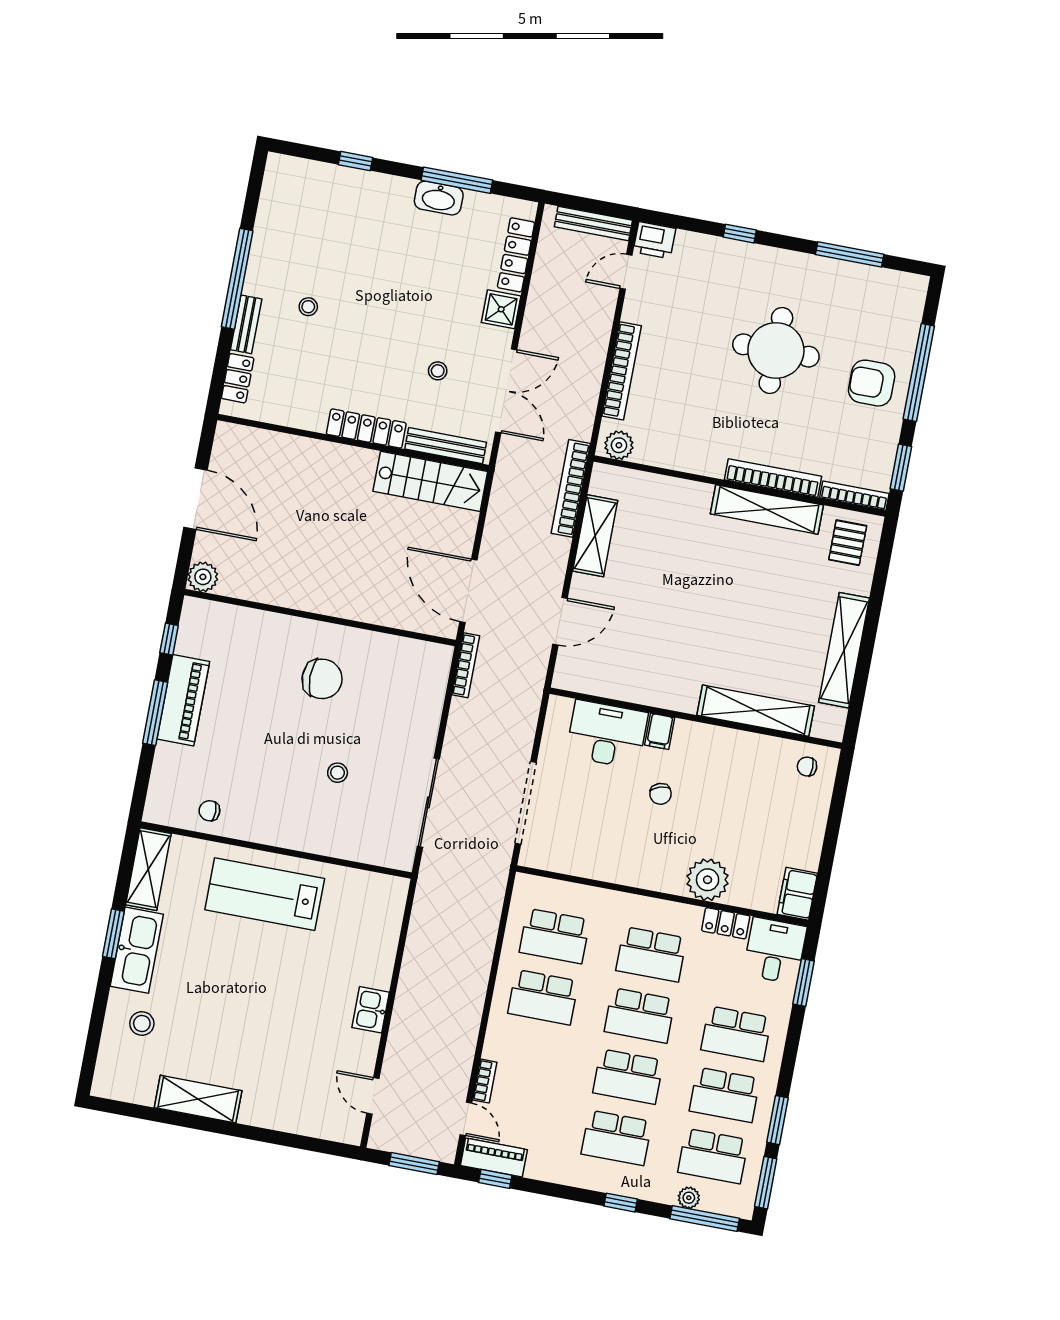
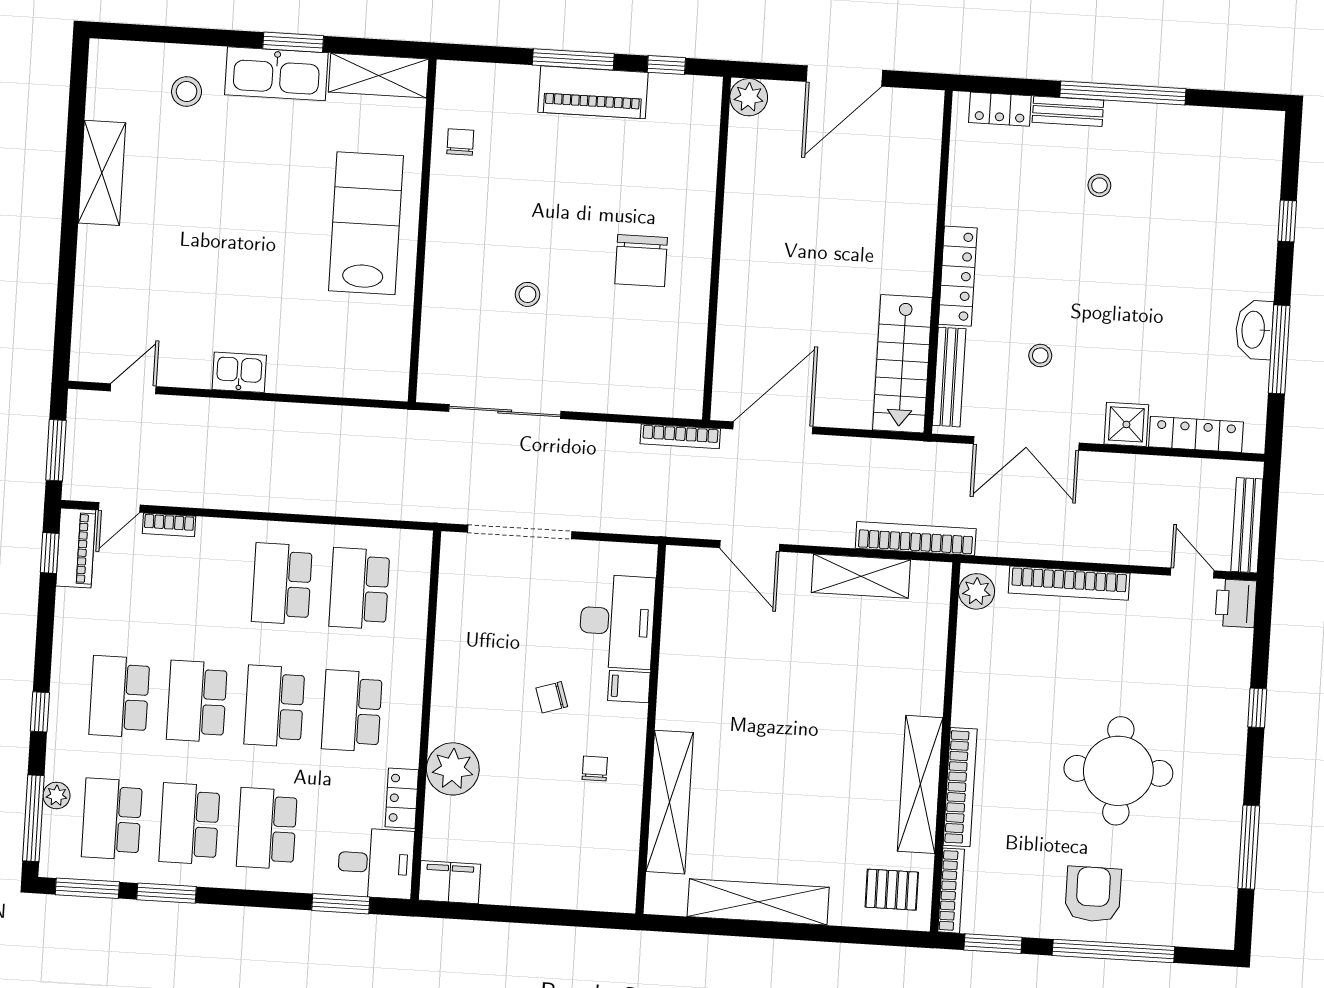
chair: (807, 767) -> (595, 769), moved

